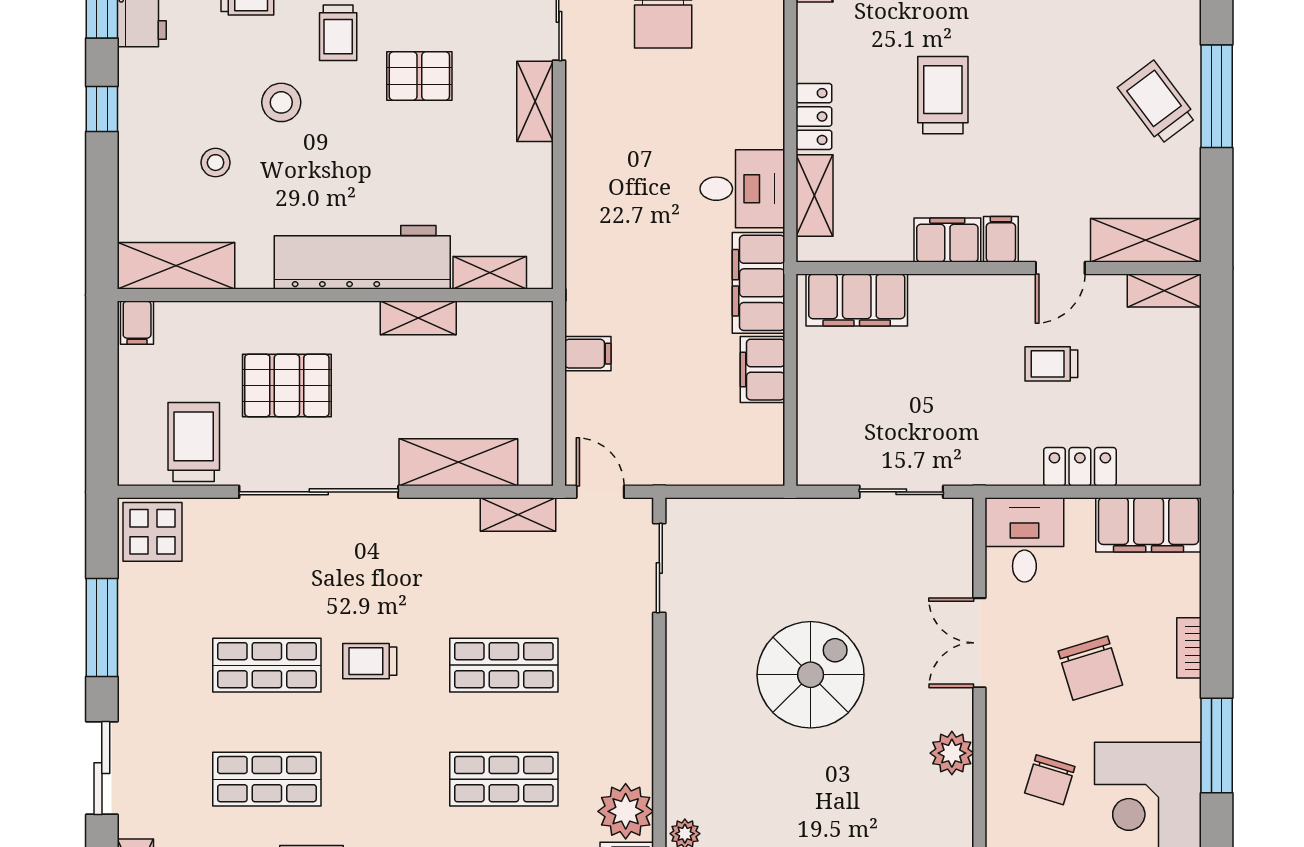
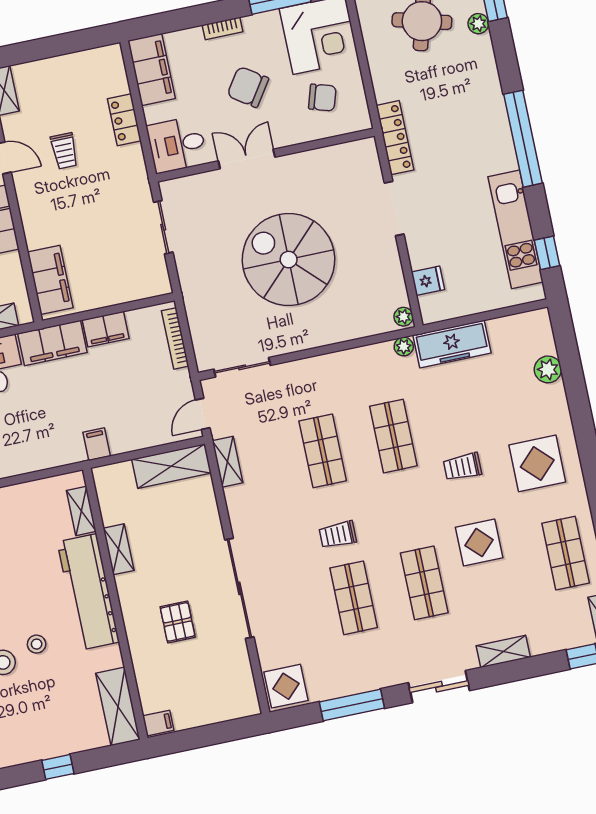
window: (102, 109) -> (58, 767), moved
stool: (216, 163) -> (37, 644), moved
filing cabinet: (588, 354) -> (97, 444), moved
pallet: (287, 385) -> (178, 622), width x0.67, depth x0.71
trolley: (194, 442) -> (225, 672), removed
shelving: (458, 462) -> (172, 466), moved, turned 90
bookcase: (726, 474) -> (175, 338), added
double door: (979, 643) -> (247, 159), swing flipped
trolley: (370, 661) -> (338, 535), turned 90
chair: (1090, 668) -> (248, 87), turned -129
spiral stairs: (811, 675) -> (289, 260), width x1.37, depth x1.37
plant: (952, 753) -> (319, 162), removed
plant: (626, 811) -> (404, 347), width x0.53, depth x0.53

